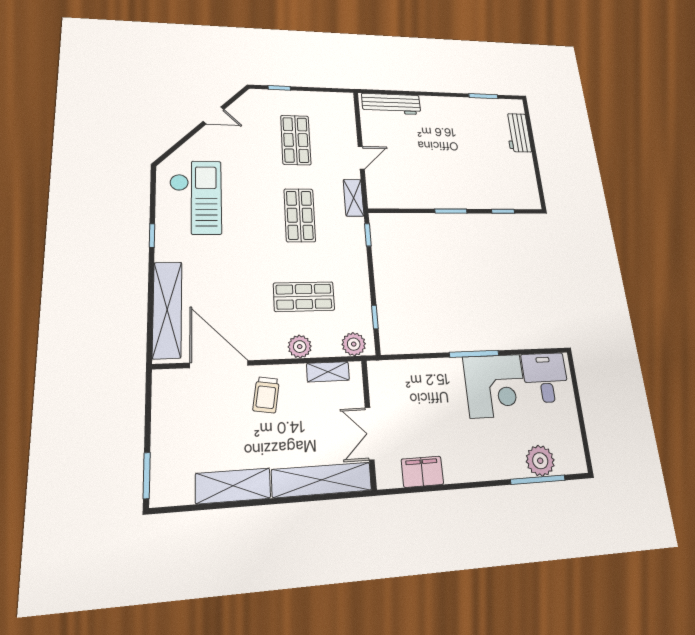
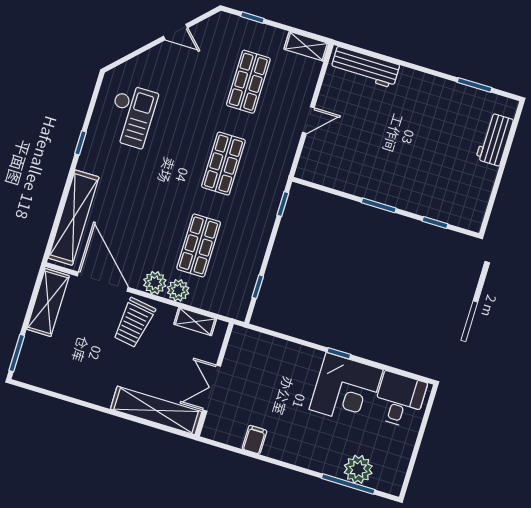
checkout: (196, 197) -> (131, 116), width x0.73, depth x0.83
shelving: (353, 198) -> (306, 46), moved, turned 90
shop shelf: (304, 297) -> (199, 245), turned 90
plant: (354, 344) -> (155, 283), moved
window: (474, 354) -> (339, 353), width x0.46
trolley: (266, 395) -> (134, 323), width x1.36, depth x1.39
filing cabinet: (422, 472) -> (254, 440), width x0.50
shelving: (233, 486) -> (48, 302), moved, turned 90

